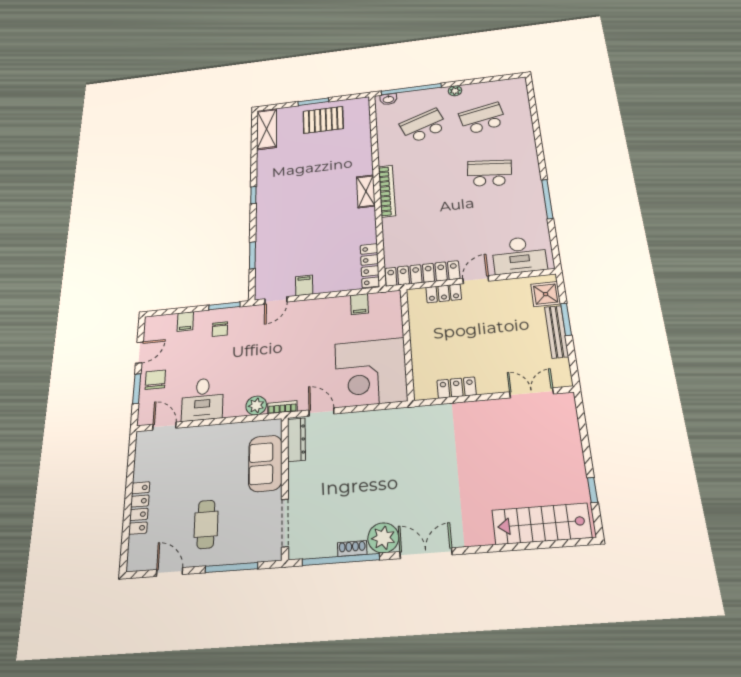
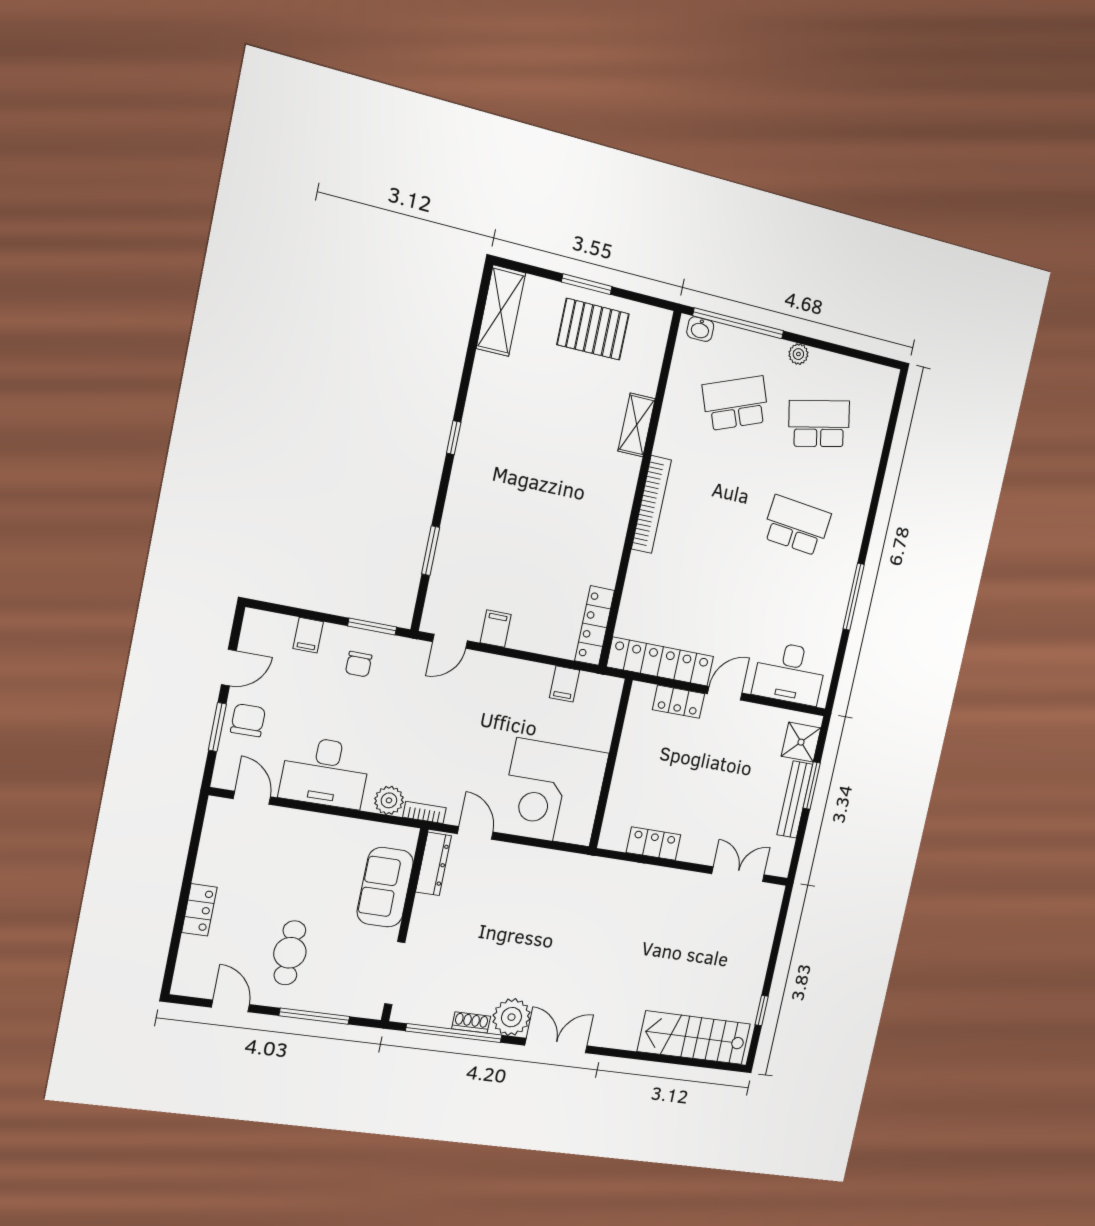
shelving: (366, 191) -> (637, 425), moved
desk: (202, 399) -> (325, 772), width x1.37
locker: (139, 508) -> (199, 910), width x0.66

